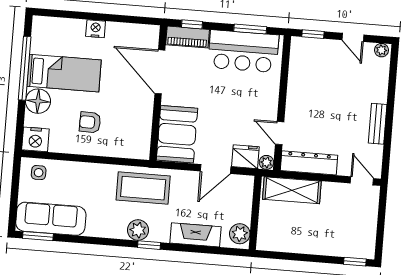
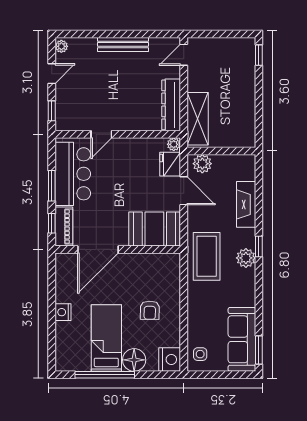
window: (250, 29) -> (52, 186), moved
bench: (378, 124) -> (123, 44), width x1.36
door: (280, 133) -> (101, 134), moved
plant: (240, 234) -> (202, 164), moved

